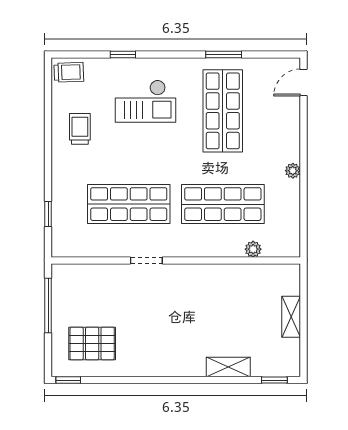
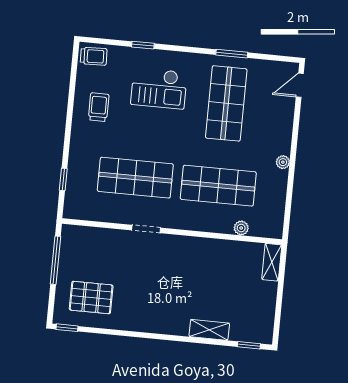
shelving: (291, 317) -> (272, 262), moved

